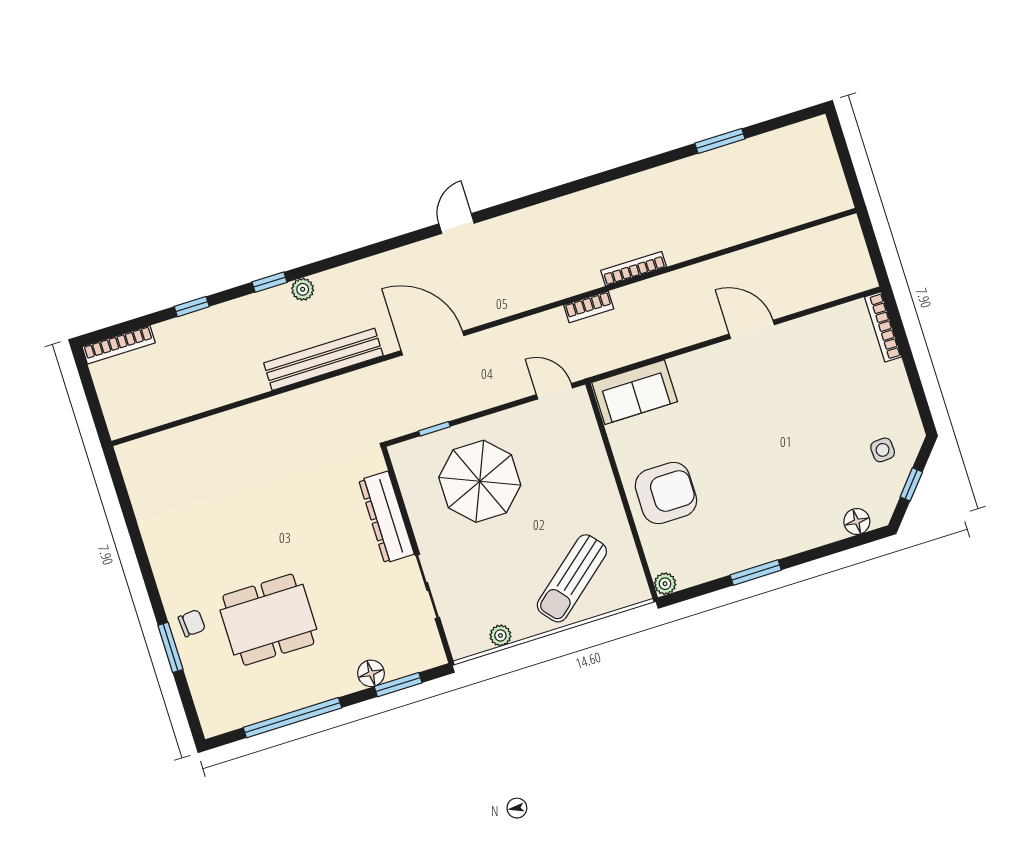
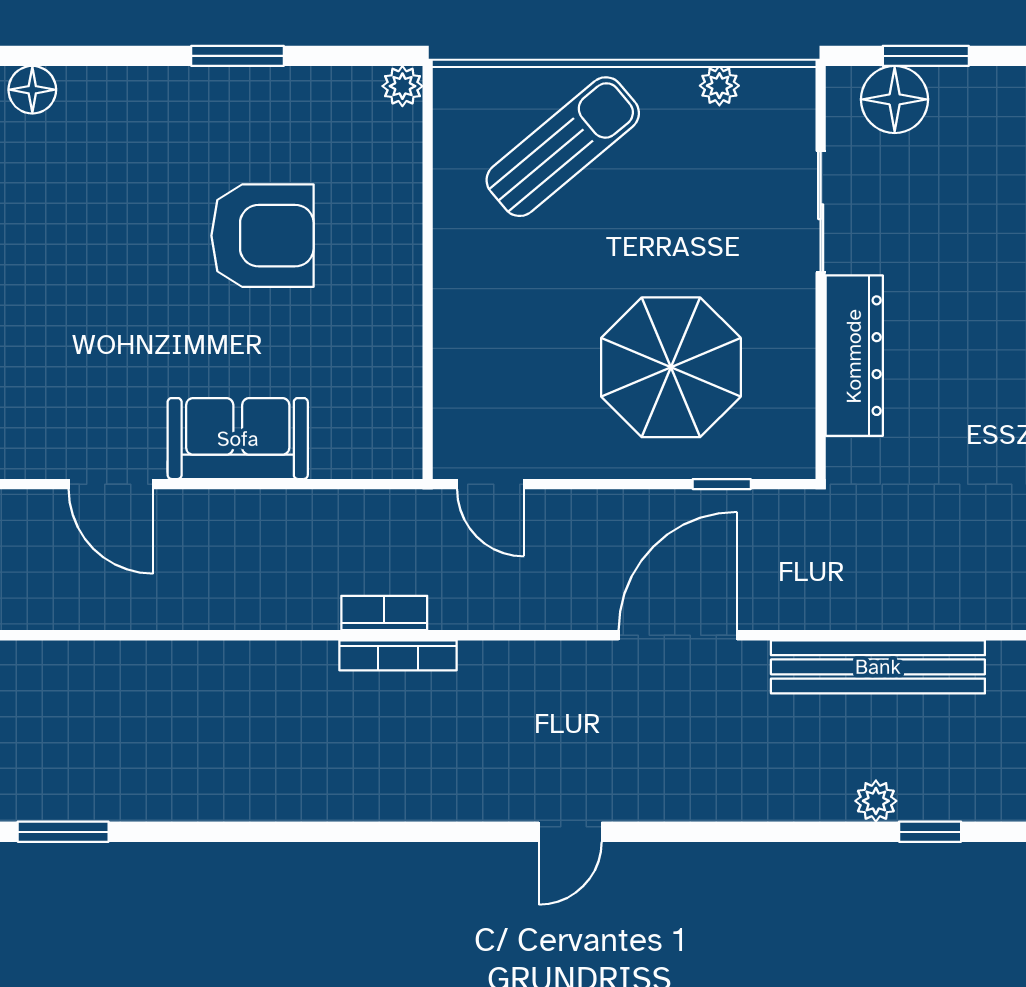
bookcase: (634, 269) -> (398, 655), moved
door: (433, 343) -> (678, 635), swing flipped
sofa: (635, 392) -> (238, 439), moved
armchair: (666, 493) -> (263, 236), moved, turned 180
floor lamp: (371, 673) -> (895, 99), moved, width x1.38, depth x1.38

